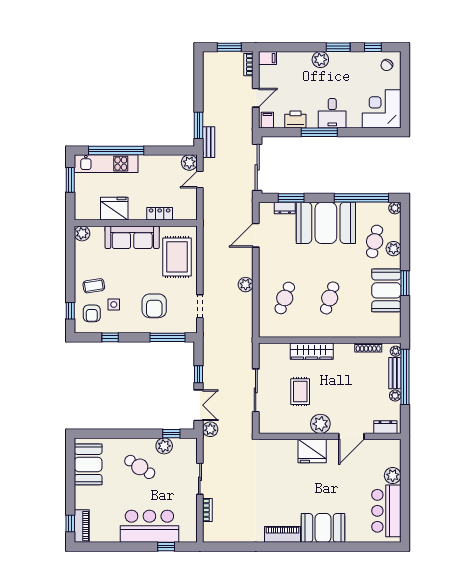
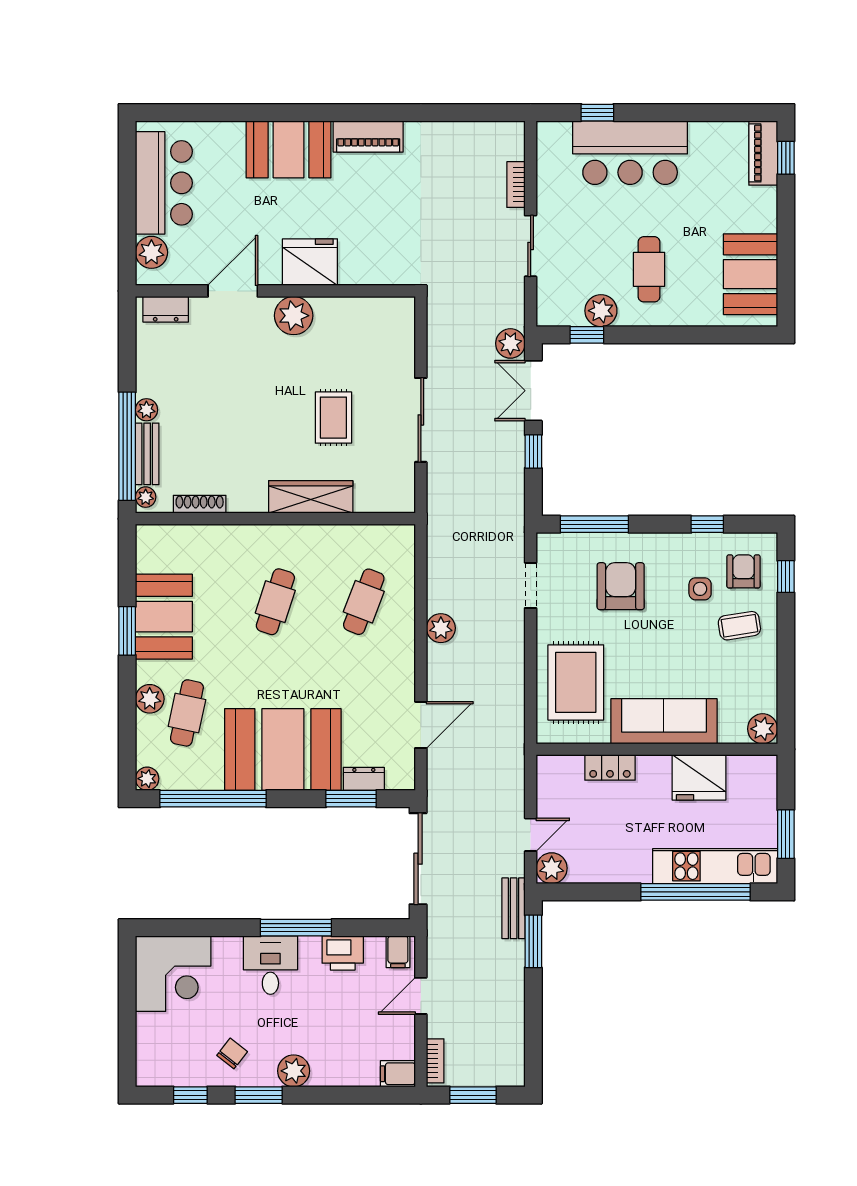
chair: (387, 65) -> (232, 1053), moved
plant: (320, 424) -> (294, 316), moved
dresser: (385, 427) -> (166, 309), moved
wall: (330, 436) -> (275, 291), moved
door: (351, 436) -> (233, 291), moved
fridge: (312, 451) -> (310, 262), moved
cafe table: (140, 467) -> (649, 269), turned 57

